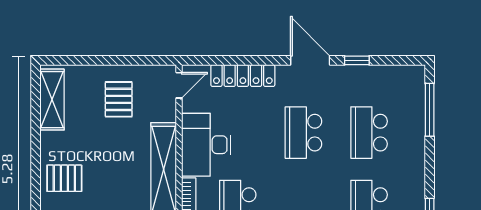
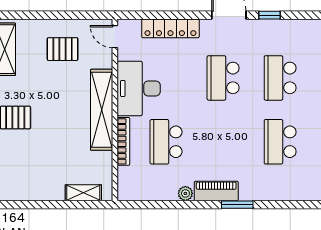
door: (179, 85) -> (115, 37), swing flipped
pallet: (119, 99) -> (63, 49), turned 90

